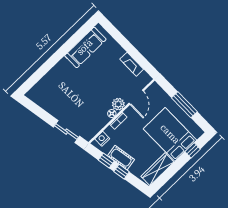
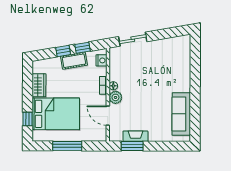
window: (141, 60) -> (132, 146), added
wardrobe: (158, 169) -> (39, 85), width x0.67

